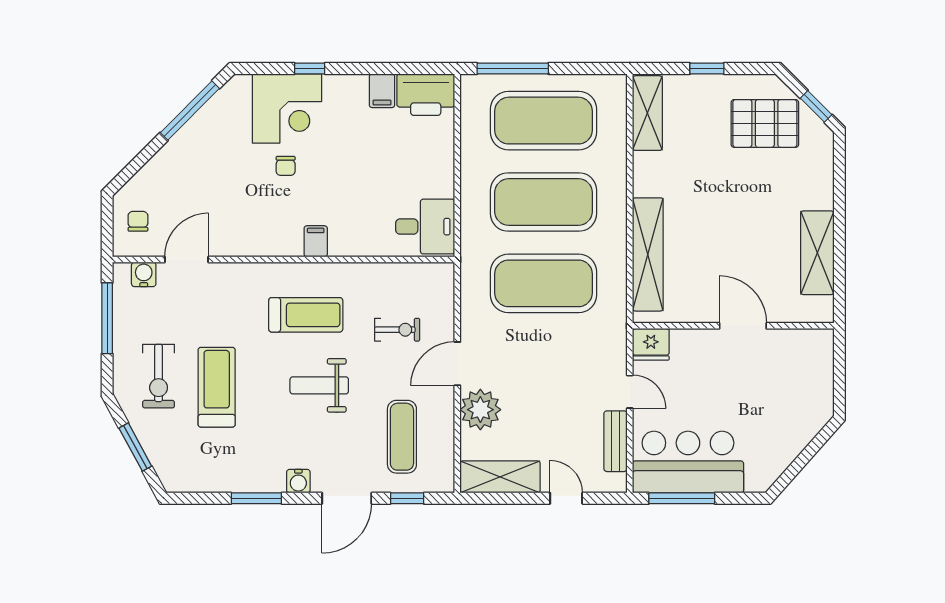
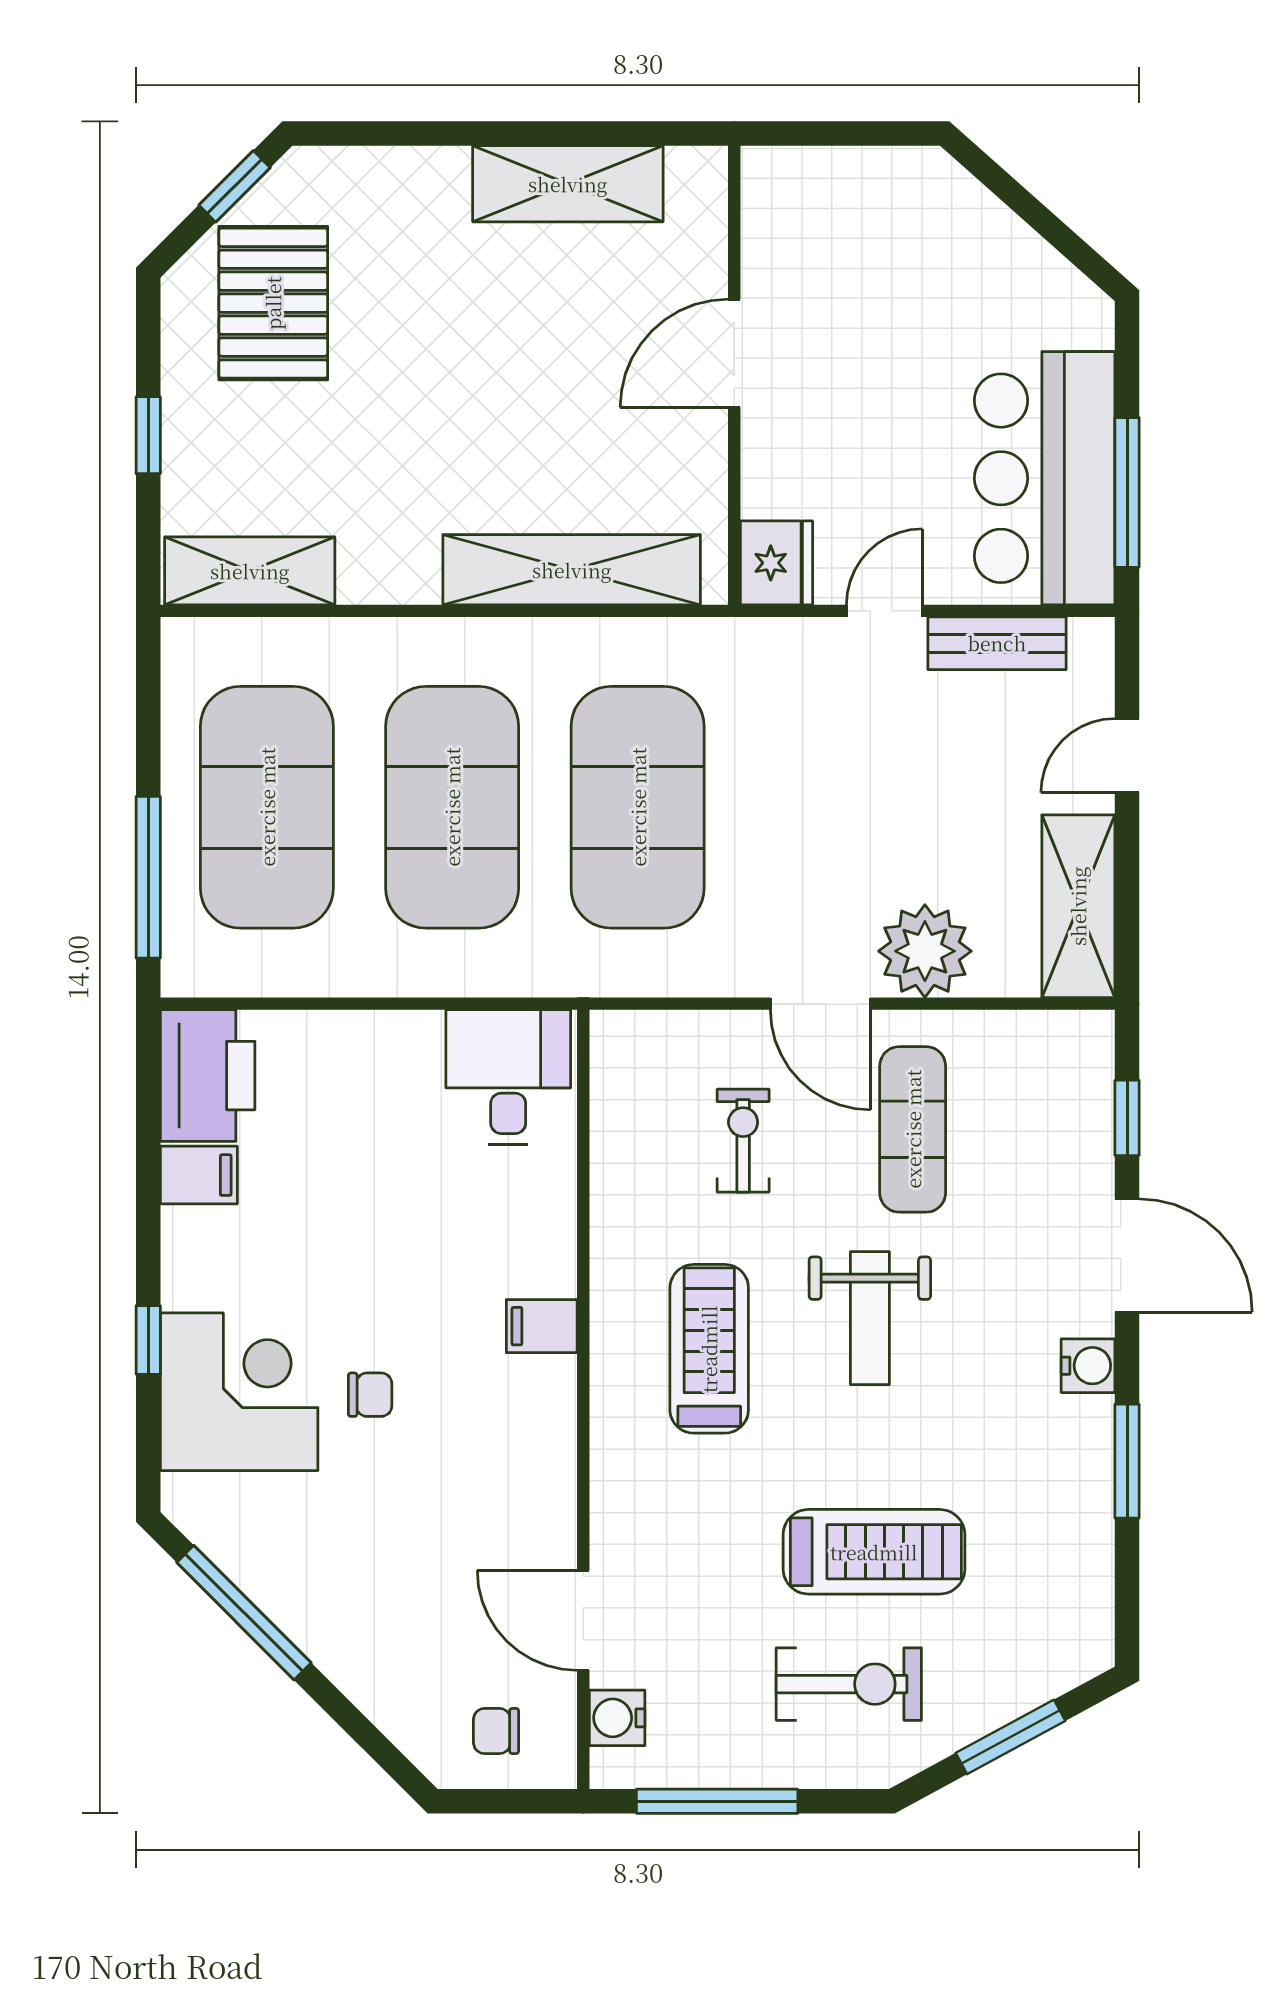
treadmill: (217, 387) -> (874, 1552), turned 180
exercise mat: (402, 437) -> (913, 1129), moved, turned 90

